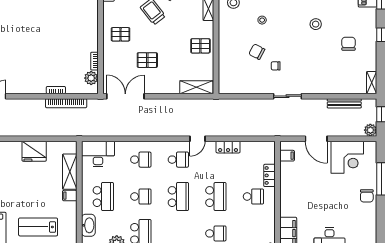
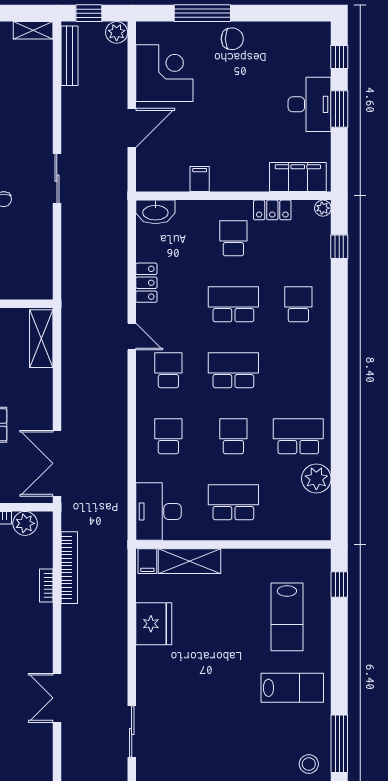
bench: (344, 103) -> (69, 56), moved
filing cabinet: (287, 156) -> (200, 179), moved
locker: (269, 175) -> (272, 210), moved
filing cabinet: (70, 196) -> (147, 561), moved
washbasin: (88, 225) -> (155, 212), moved, turned 180

